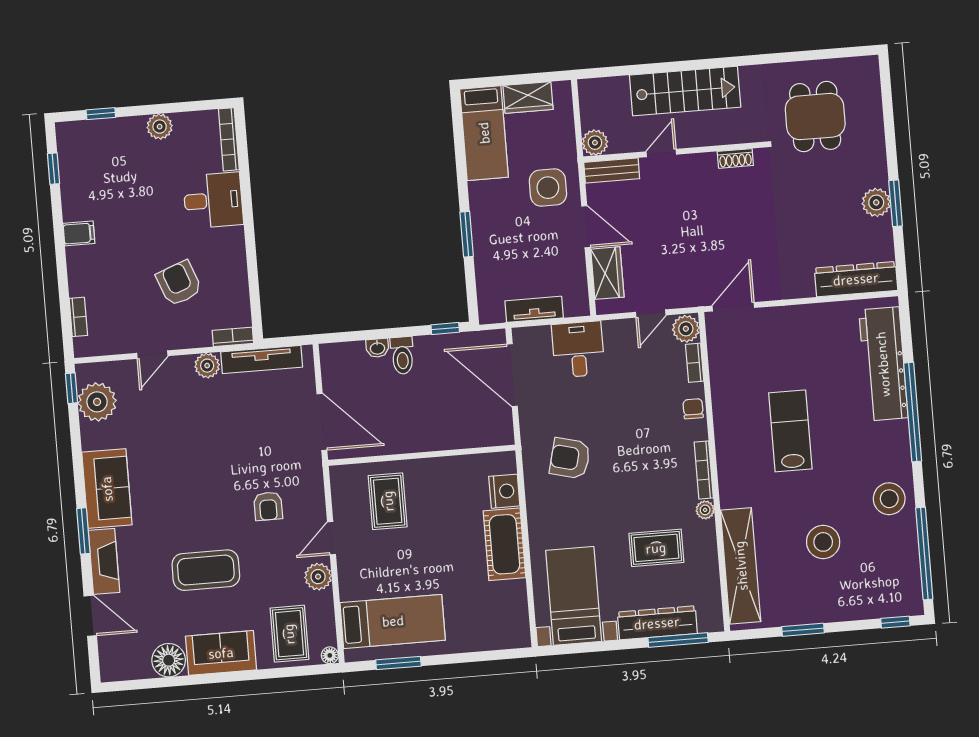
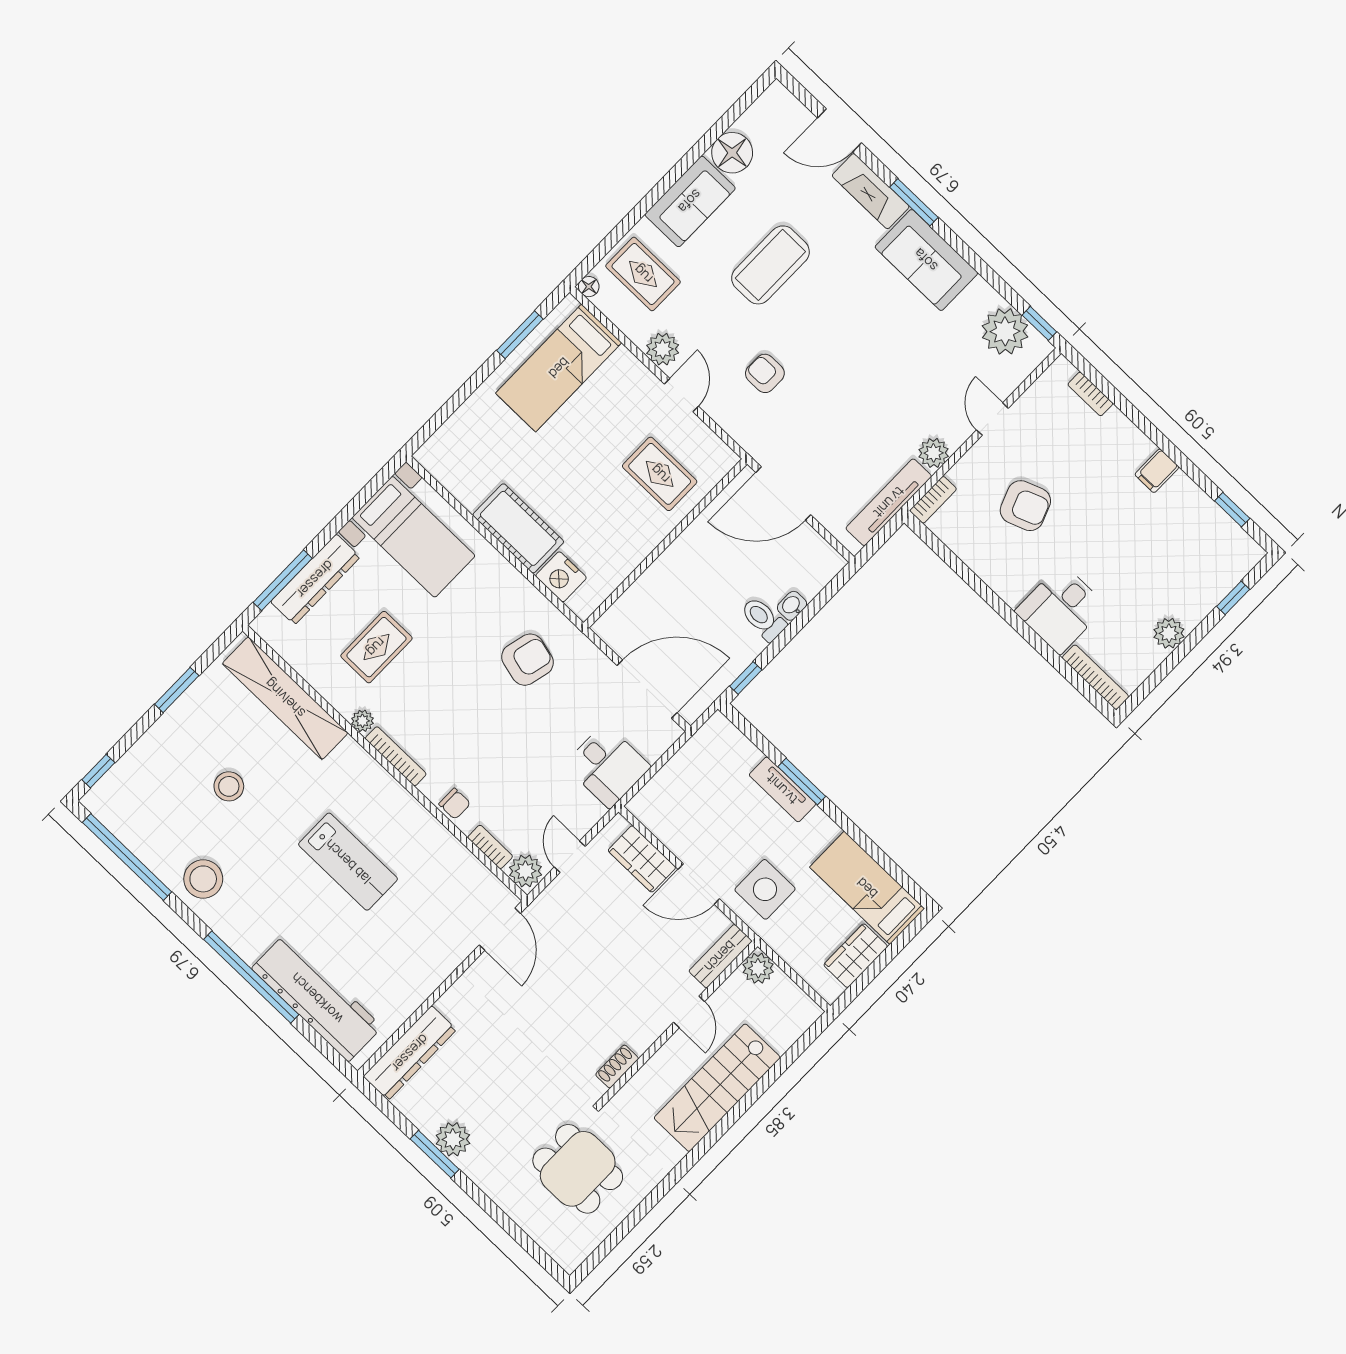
tv unit: (534, 309) -> (782, 789), moved, turned 90
stool: (823, 542) -> (229, 786), width x0.73, depth x0.73

